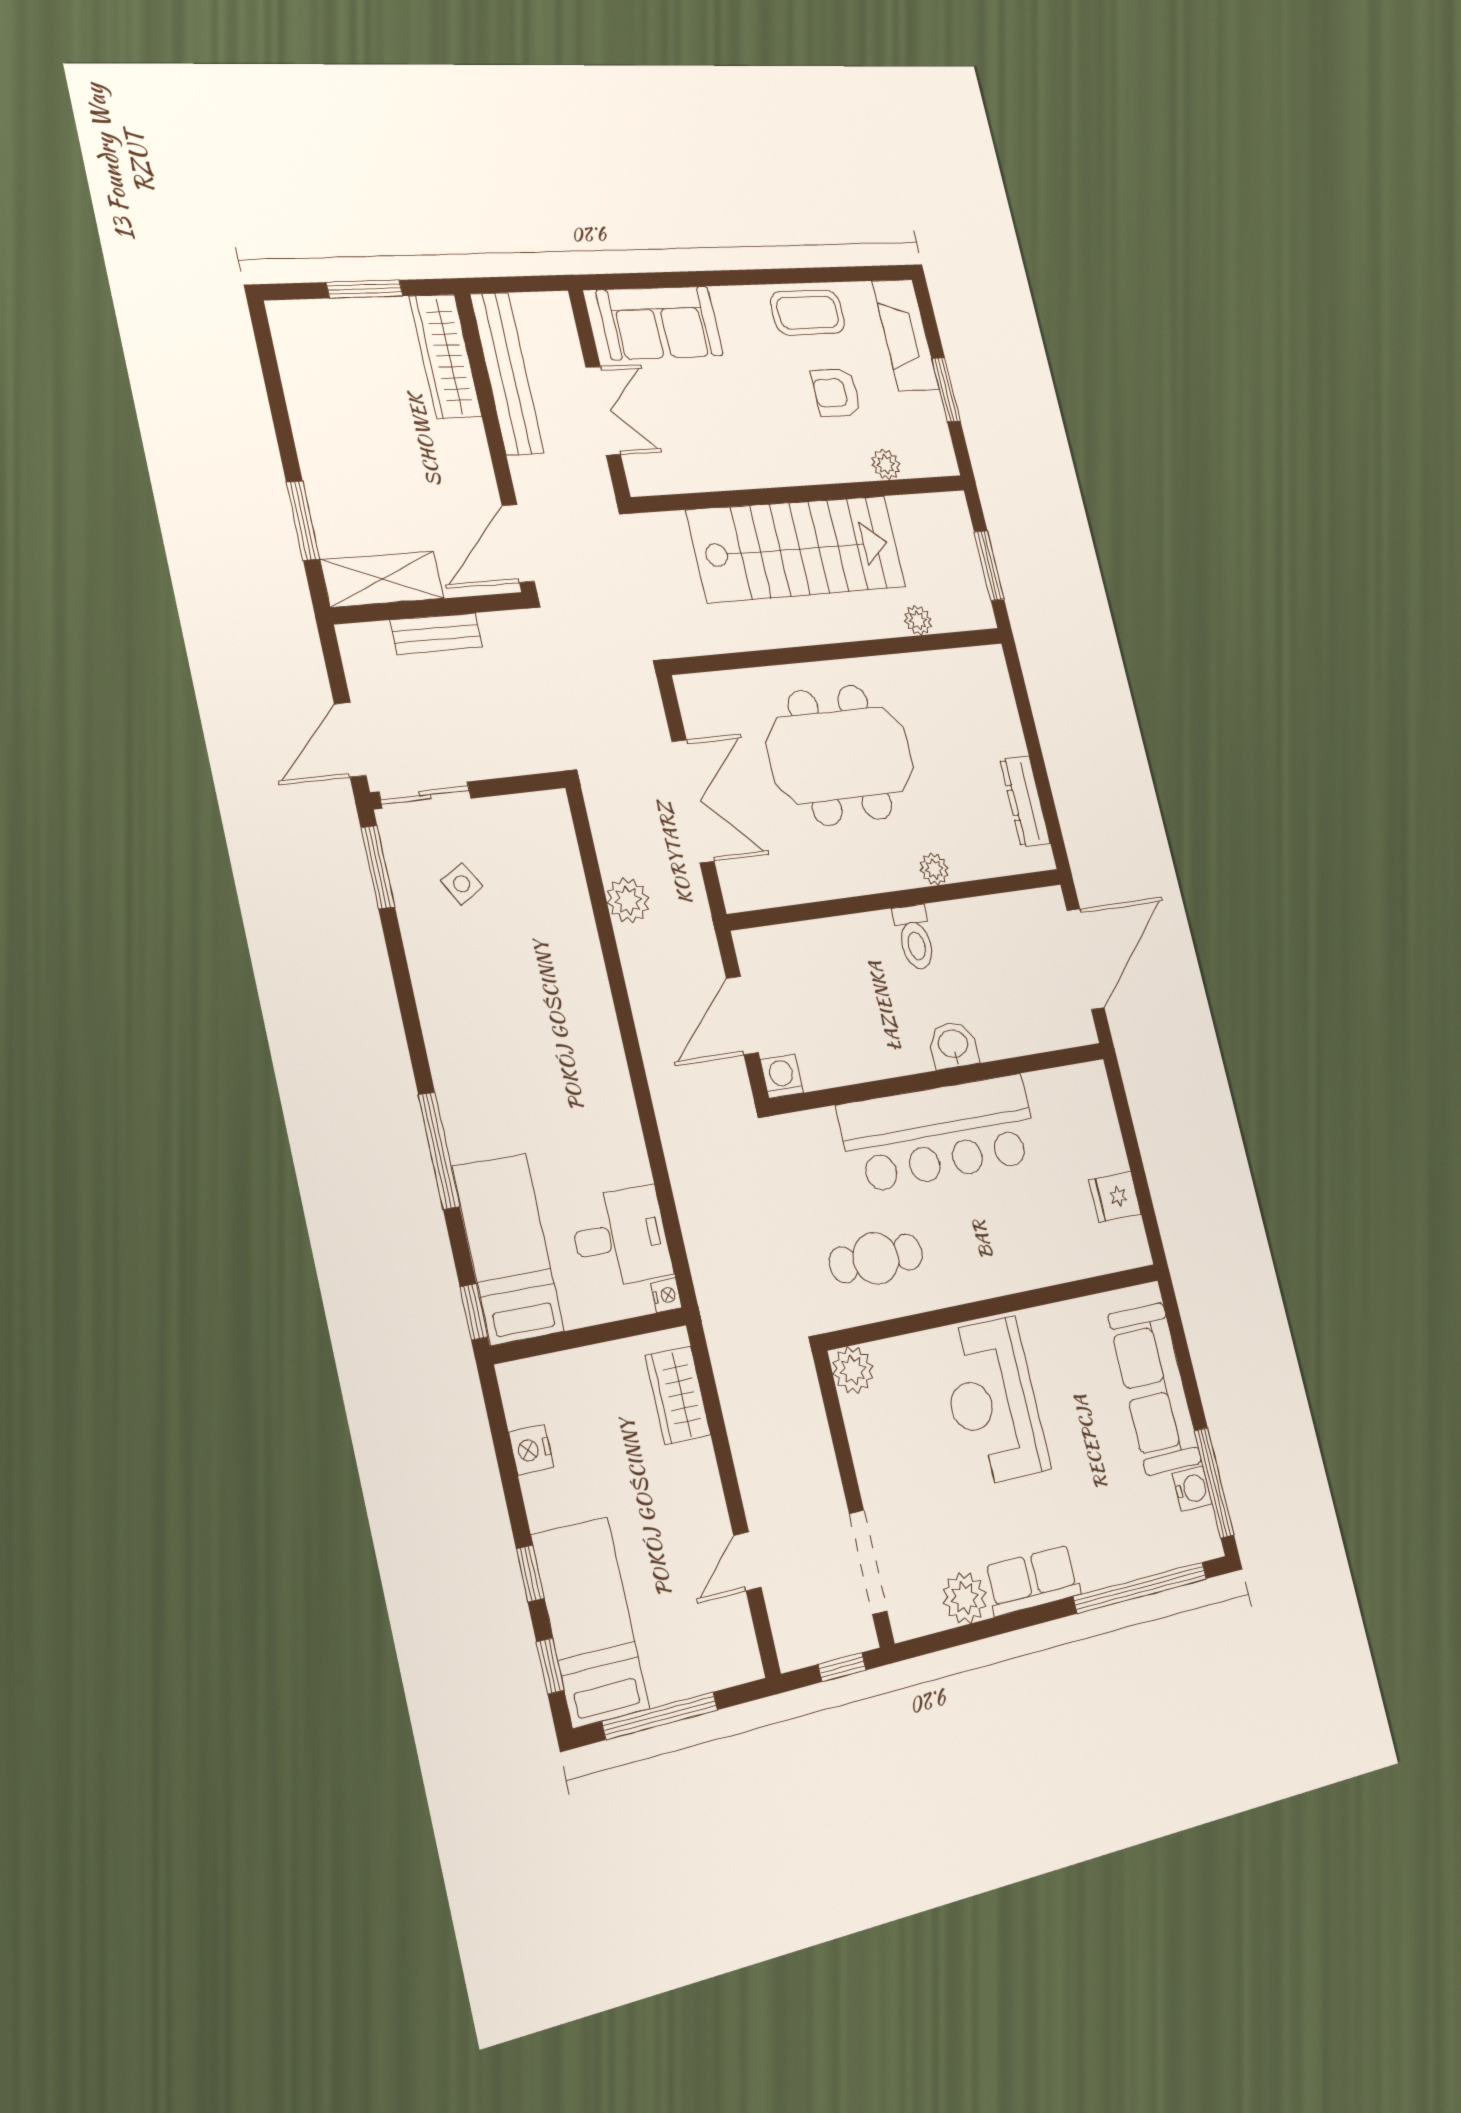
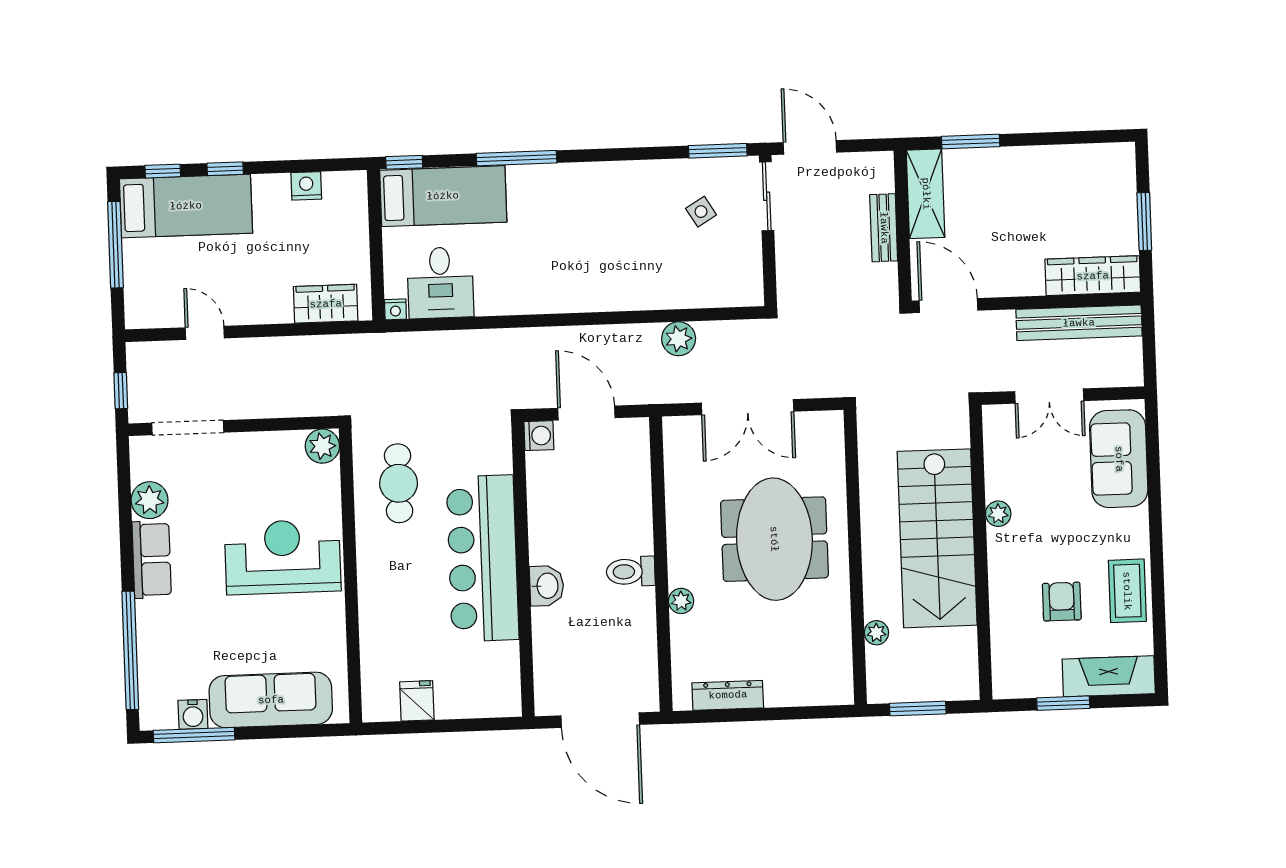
plant: (886, 464) -> (998, 514), moved

